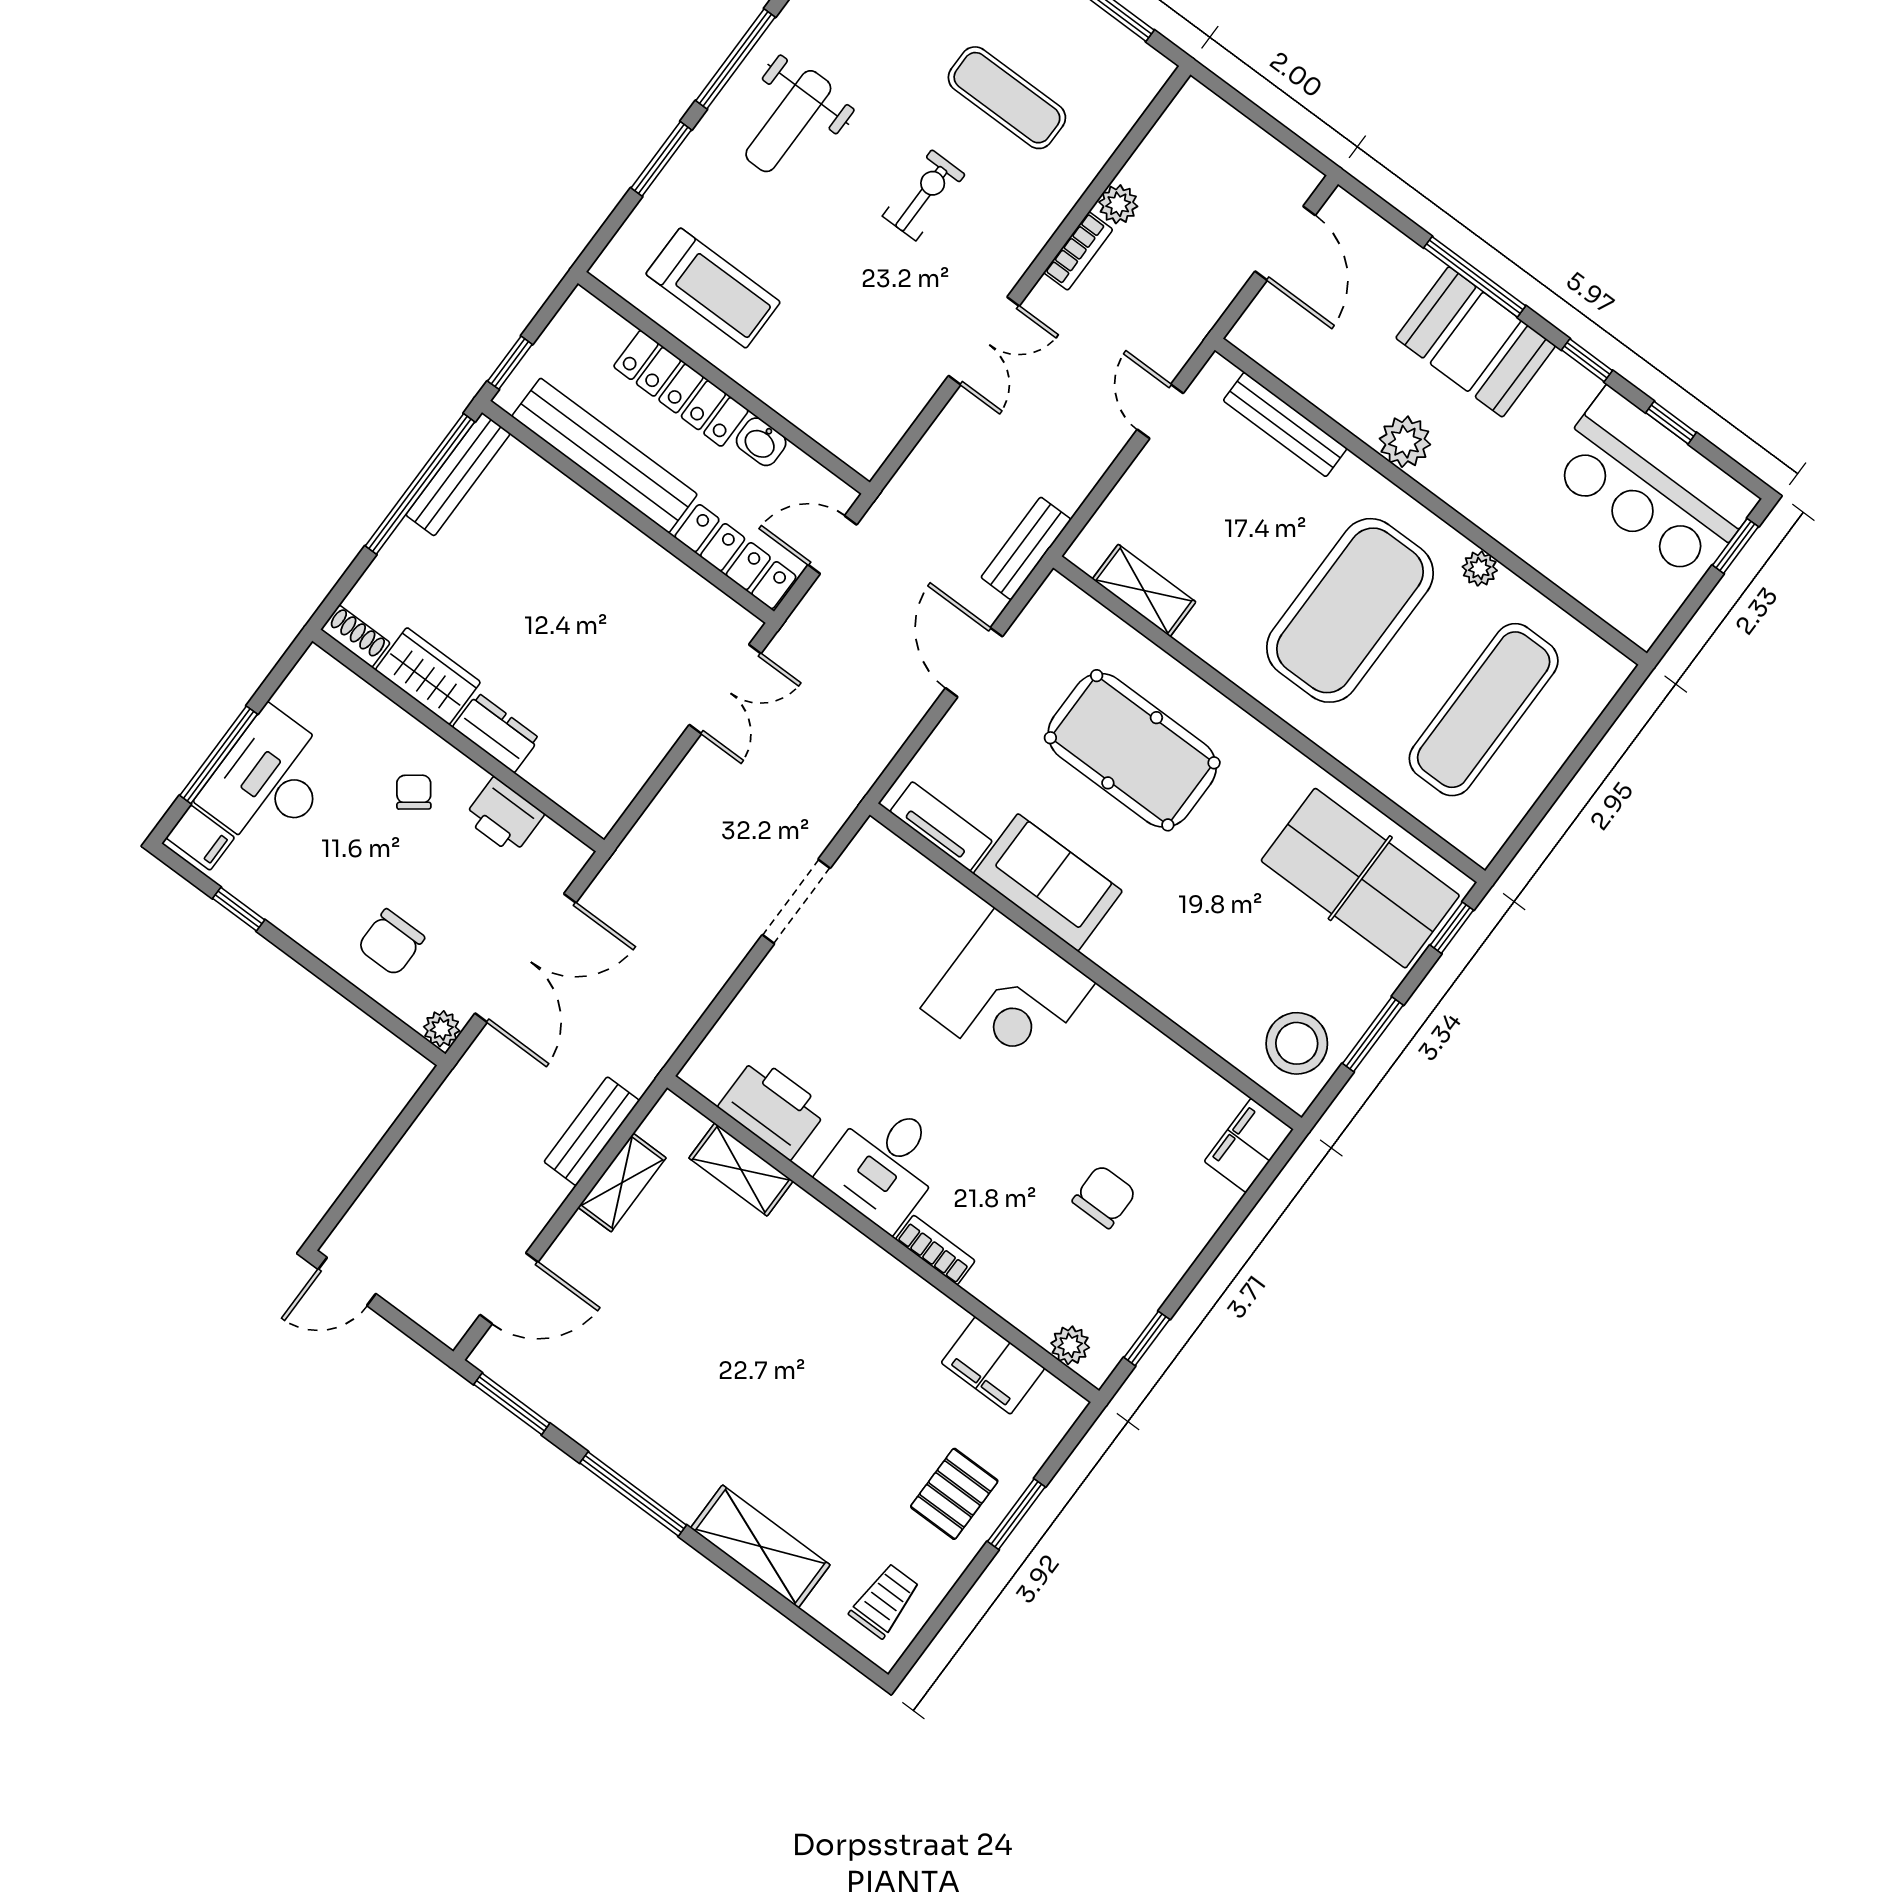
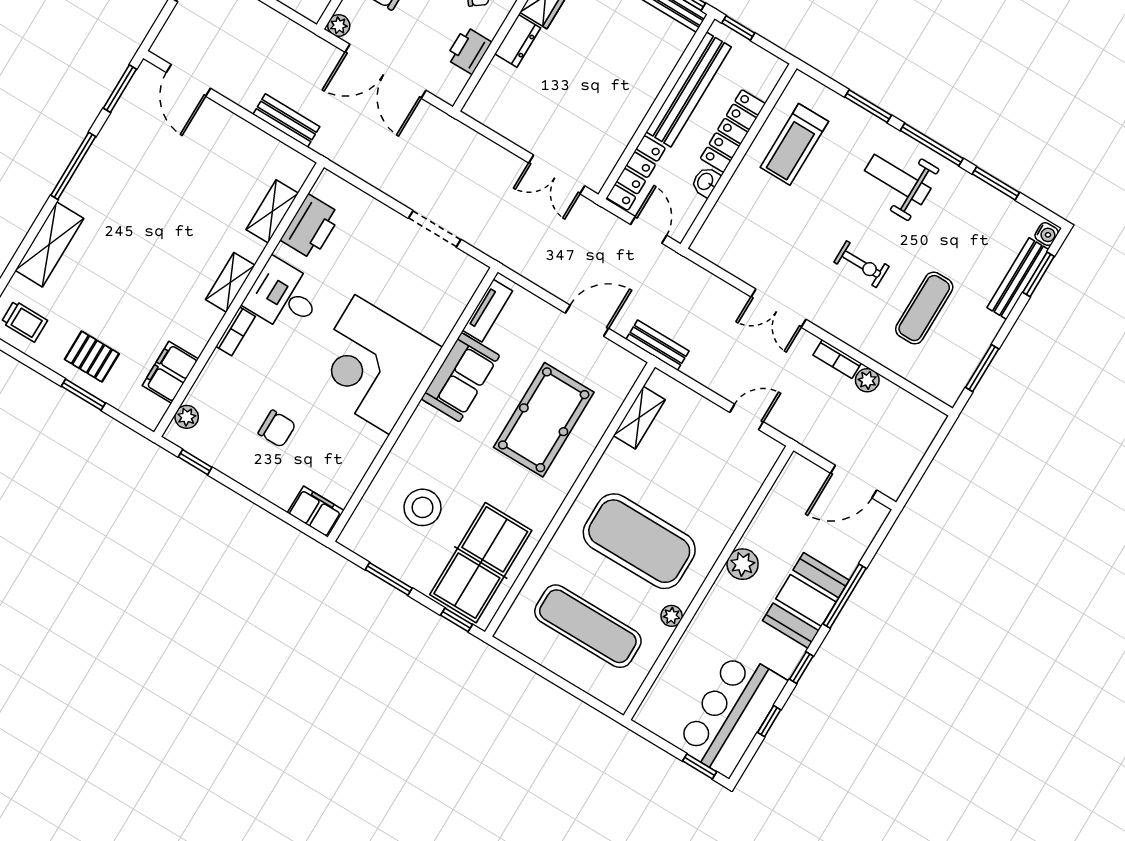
bench: (1285, 424) -> (746, 492), removed
corner desk: (1008, 995) -> (372, 365), width x1.36, depth x1.36
stool: (1297, 1043) -> (423, 507), moved
shelving: (622, 1183) -> (230, 282), moved, turned 90

